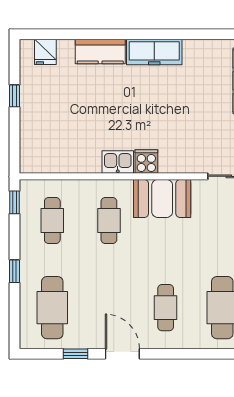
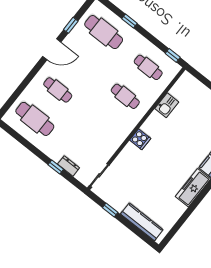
kitchen sink: (118, 162) -> (167, 105), moved
booth: (162, 198) -> (115, 132), removed
window: (15, 271) -> (129, 21), moved

